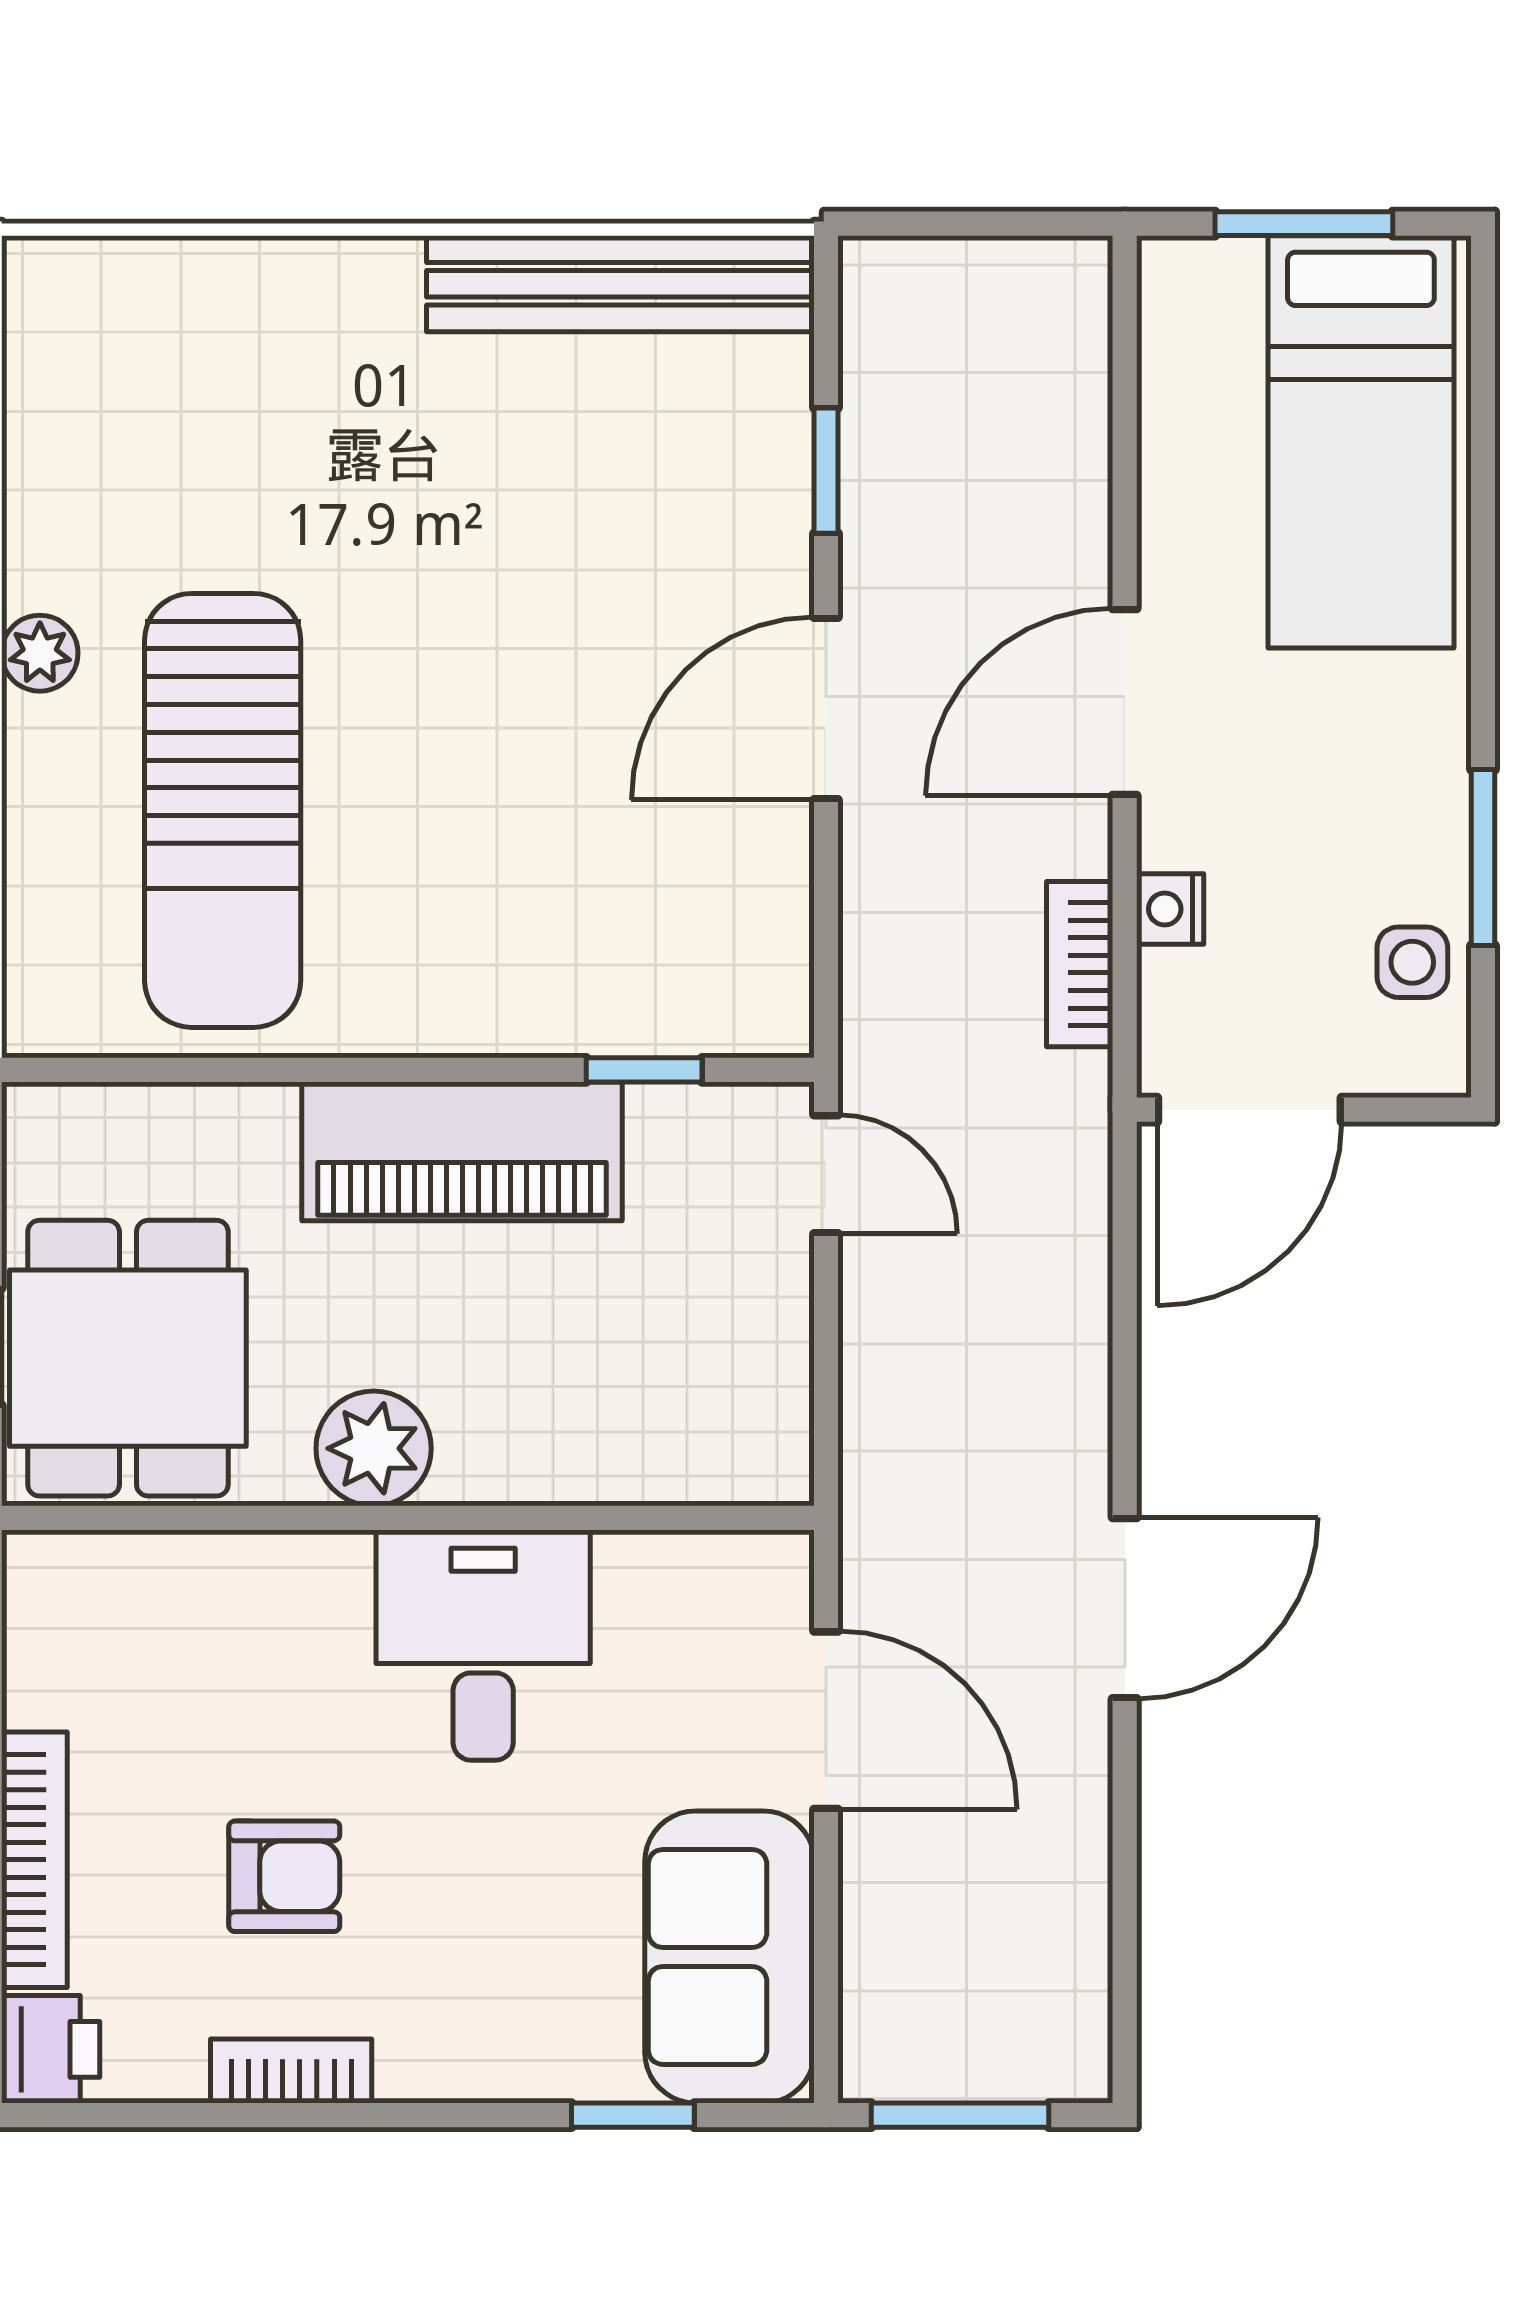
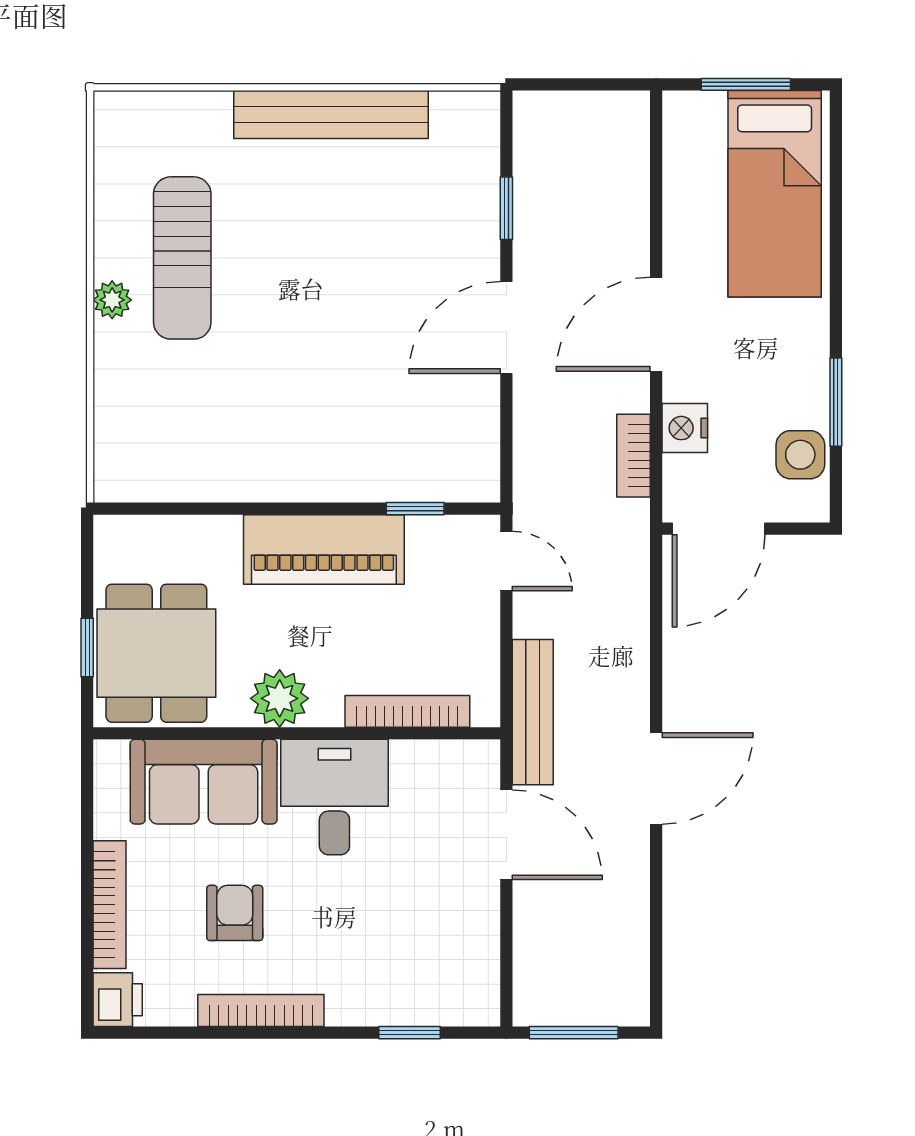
bench: (620, 284) -> (331, 115), moved
sun lounger: (223, 810) -> (182, 258), moved, width x0.73, depth x0.75
nightstand: (1170, 909) -> (685, 428), width x1.39, depth x1.35
side table: (1412, 962) -> (800, 455), width x1.37, depth x1.37
bookcase: (629, 1474) -> (407, 711), added
bench: (879, 1476) -> (533, 712), added
armchair: (284, 1876) -> (235, 913), turned -90
sofa: (729, 1957) -> (204, 782), moved, turned -90
bookcase: (291, 2071) -> (261, 1011), width x1.56

